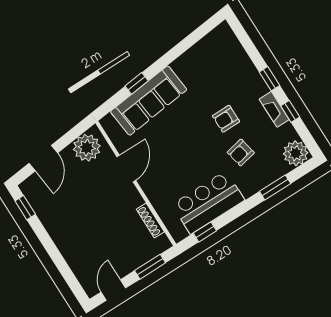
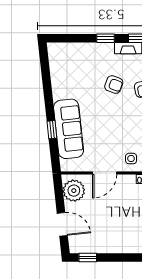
armchair: (226, 119) -> (114, 85), turned -70
door: (126, 168) -> (105, 173), swing flipped
side table: (159, 187) -> (131, 159), added

